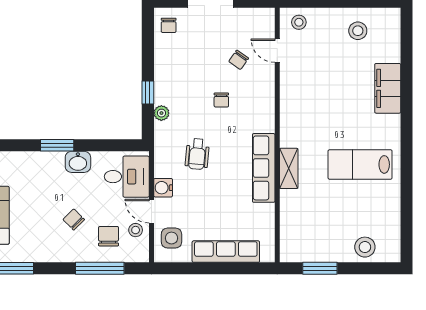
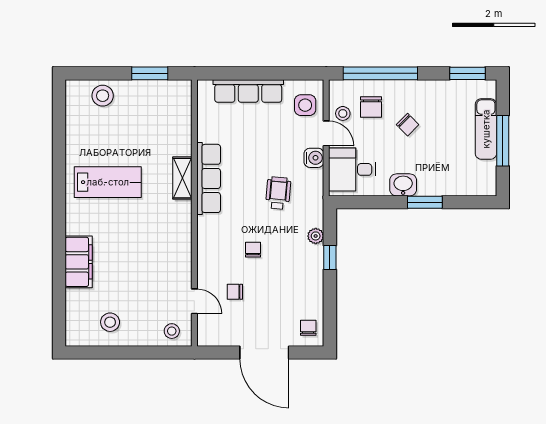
chair: (239, 60) -> (235, 292), turned -125
window: (100, 268) -> (380, 73), width x1.46

